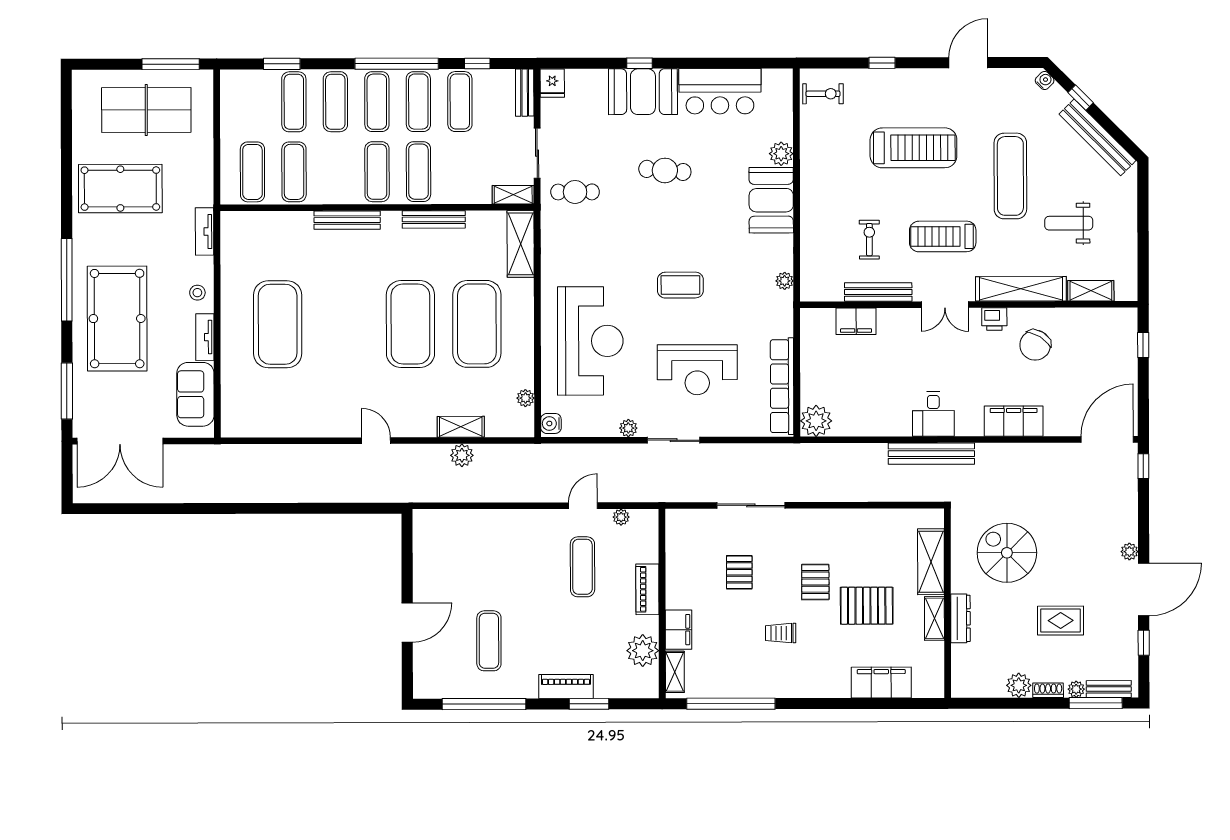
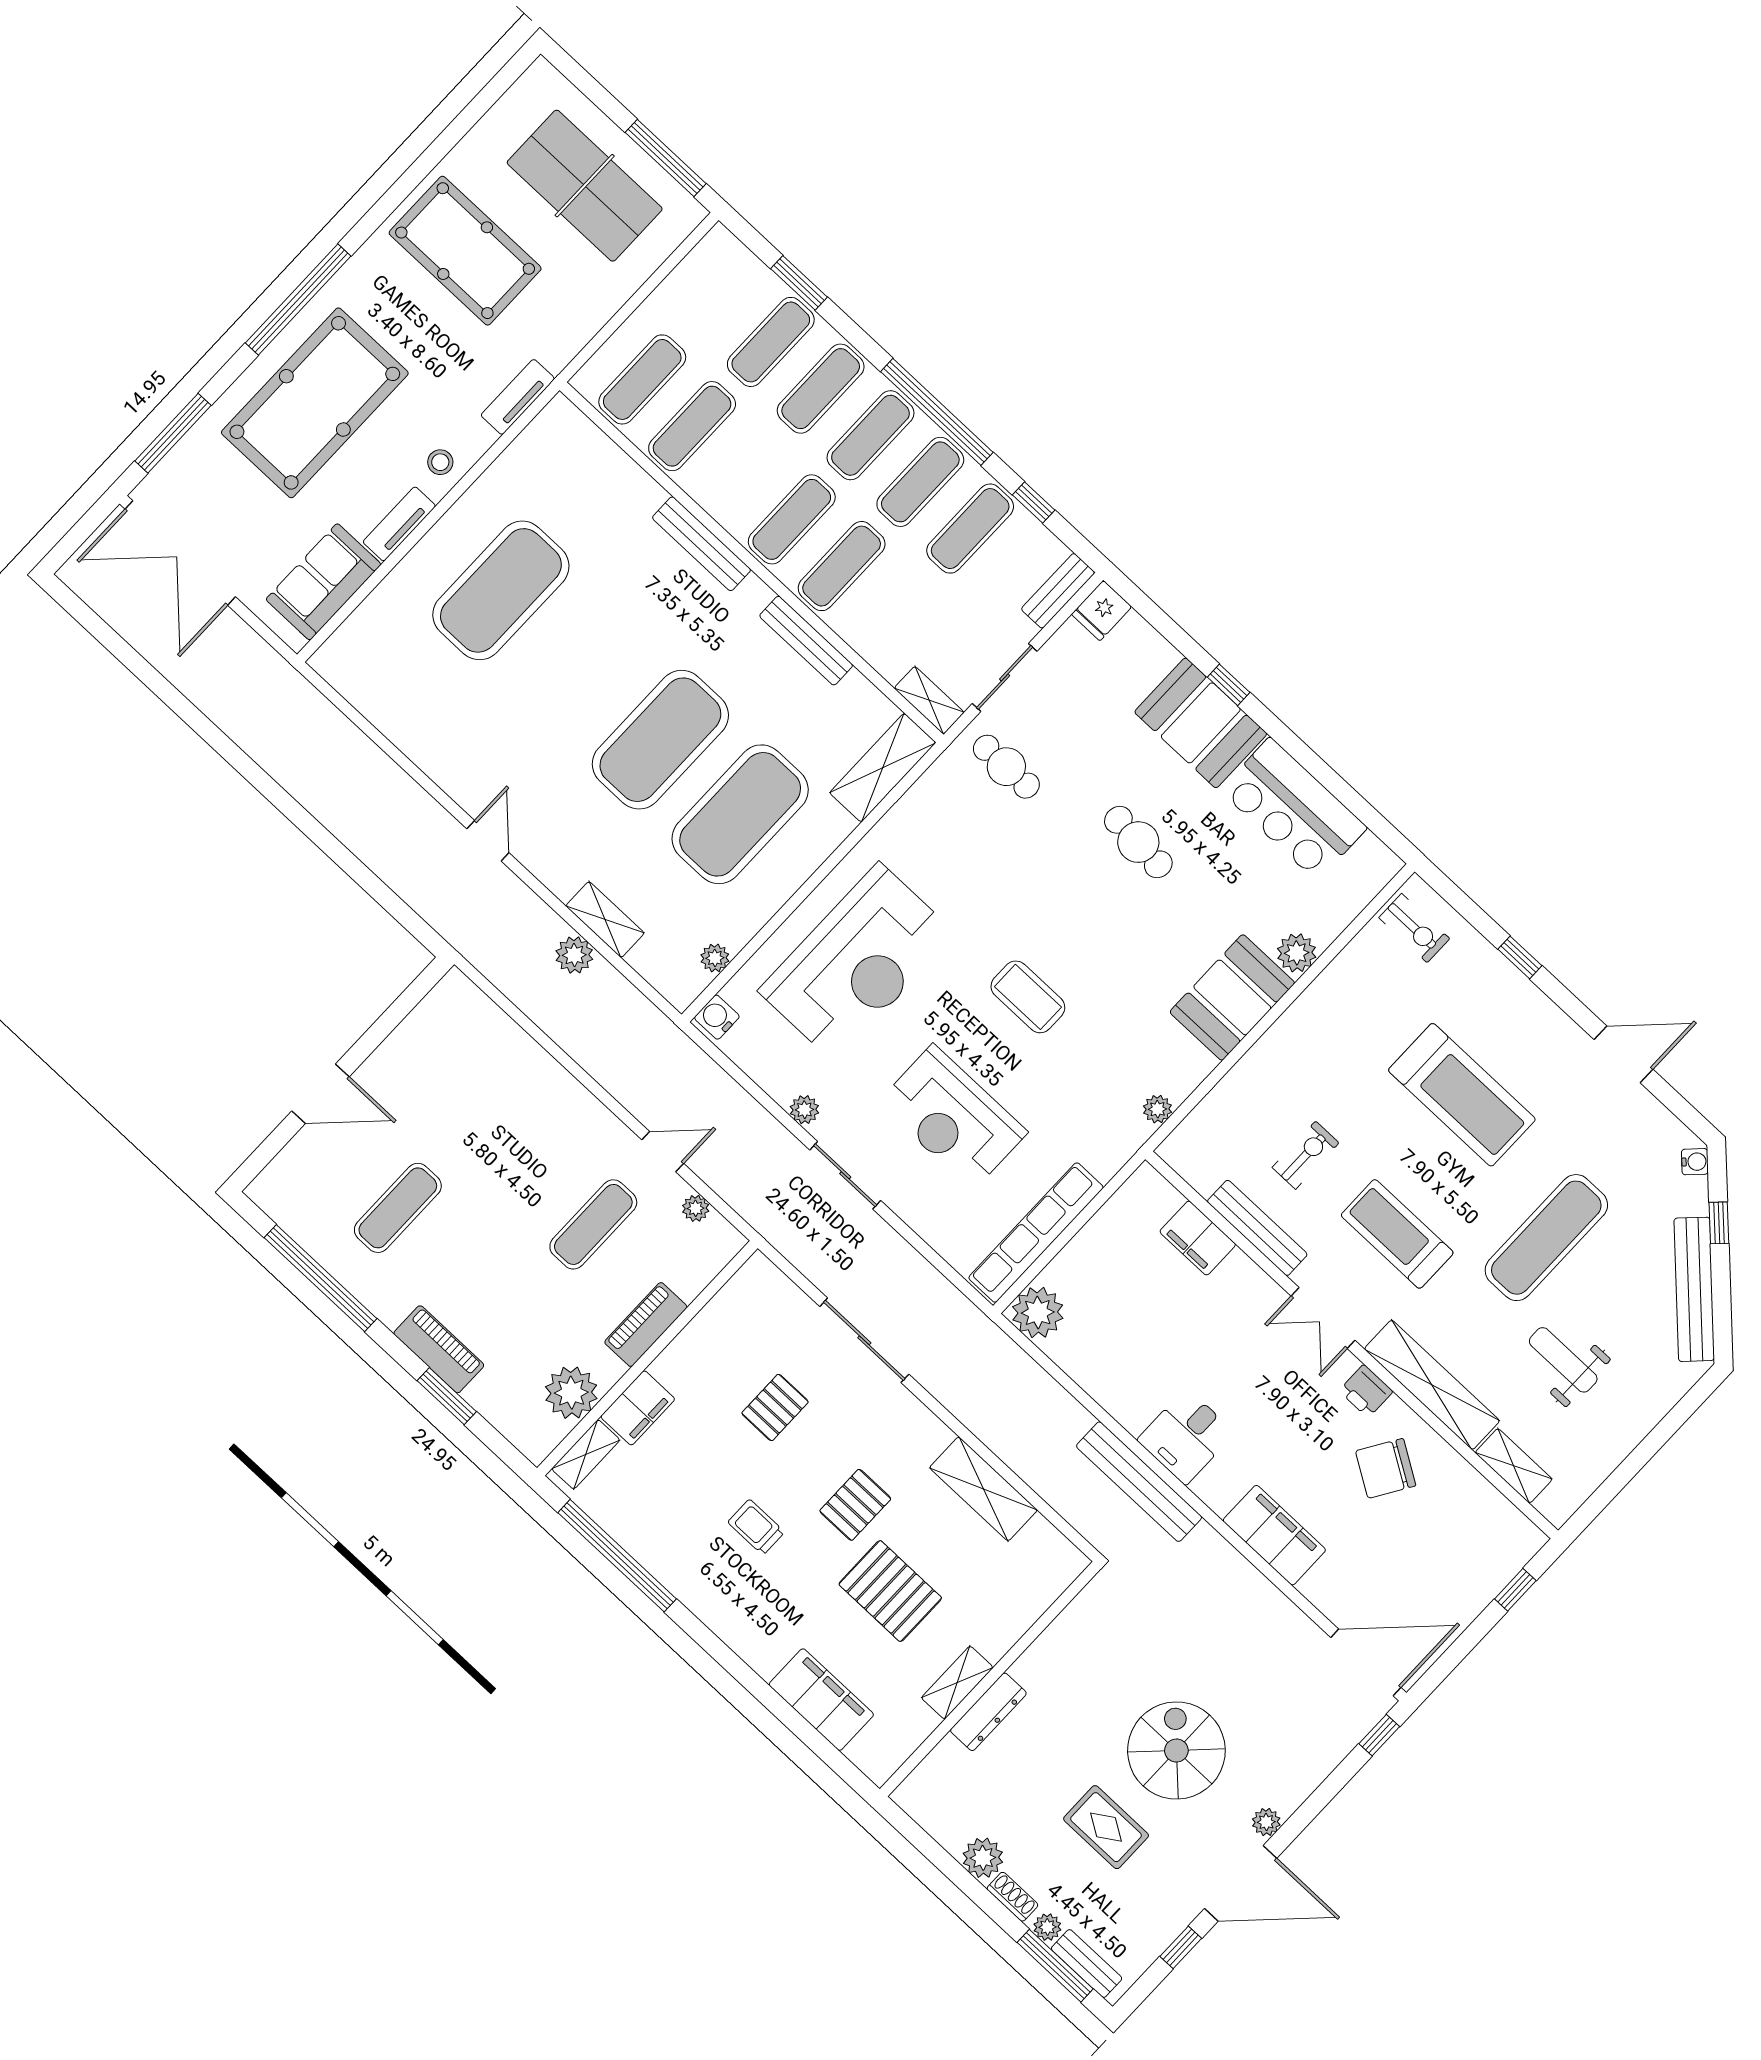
spiral stairs: (1007, 553) -> (1176, 1751), moved
shelving: (931, 562) -> (983, 1489), moved, turned 90

